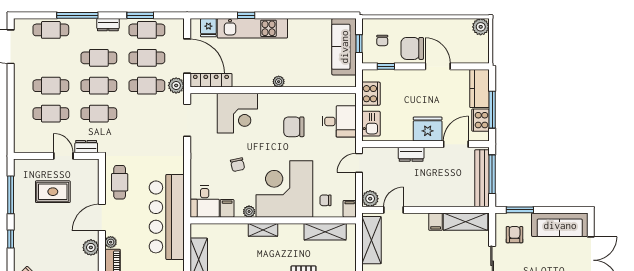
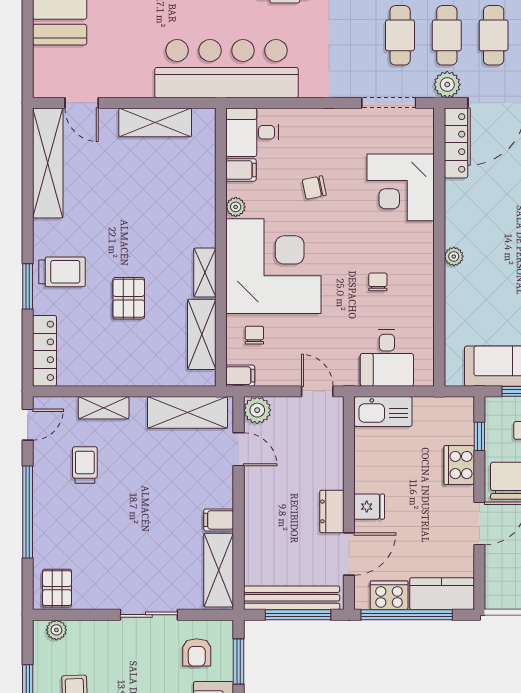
cooker: (371, 94) -> (459, 465), moved, turned 90
window: (492, 110) -> (407, 615), width x1.46
cafe table: (147, 114) -> (400, 35), added
kitchen sink: (371, 124) -> (383, 412), width x1.38
chair: (294, 127) -> (378, 282), width x0.54, depth x0.54
fridge: (428, 129) -> (369, 507), width x0.53, depth x0.75
door: (456, 144) -> (349, 554), hinge flipped
dresser: (411, 154) -> (332, 511), moved
shelving: (263, 230) -> (205, 273), moved
armchair: (515, 235) -> (197, 652), turned 90

